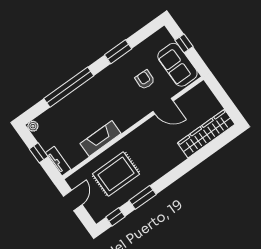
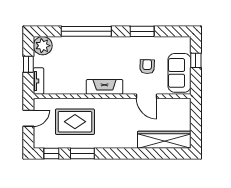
plant: (33, 126) -> (43, 46), width x1.87, depth x1.87
fireplace: (101, 139) -> (105, 87), moved

